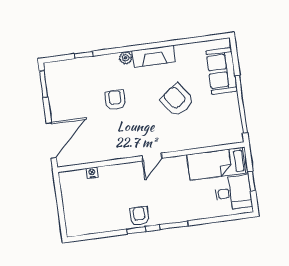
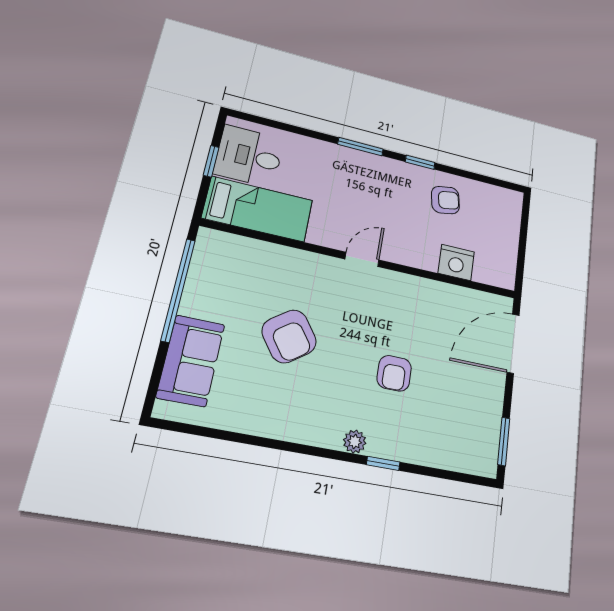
window: (84, 55) -> (383, 463), moved
fireplace: (154, 56) -> (304, 428), removed
nightstand: (92, 173) -> (456, 262), width x1.89, depth x1.79
armchair: (139, 216) -> (445, 200), moved, turned -100

